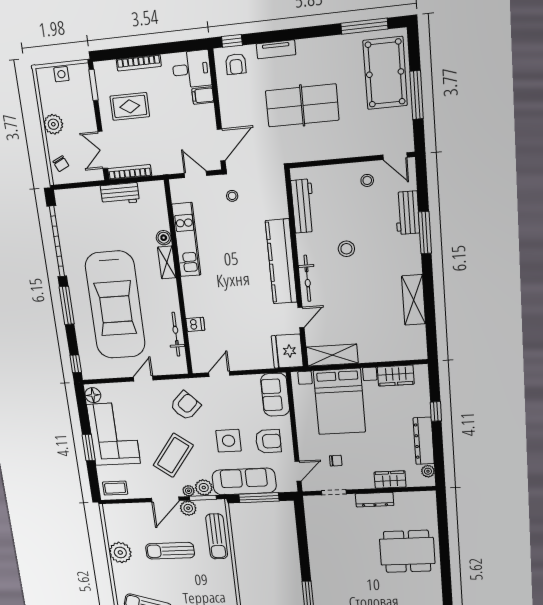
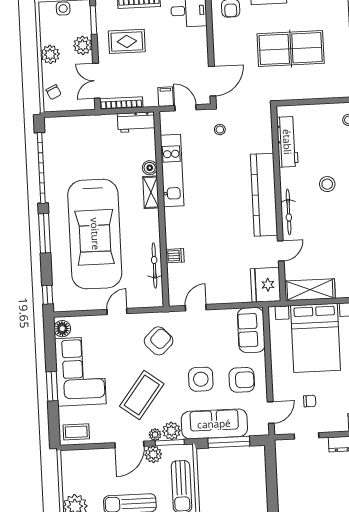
filing cabinet: (203, 95) -> (166, 97), moved, turned 90
plant: (85, 113) -> (83, 45), added
workbench: (120, 194) -> (136, 122), moved

